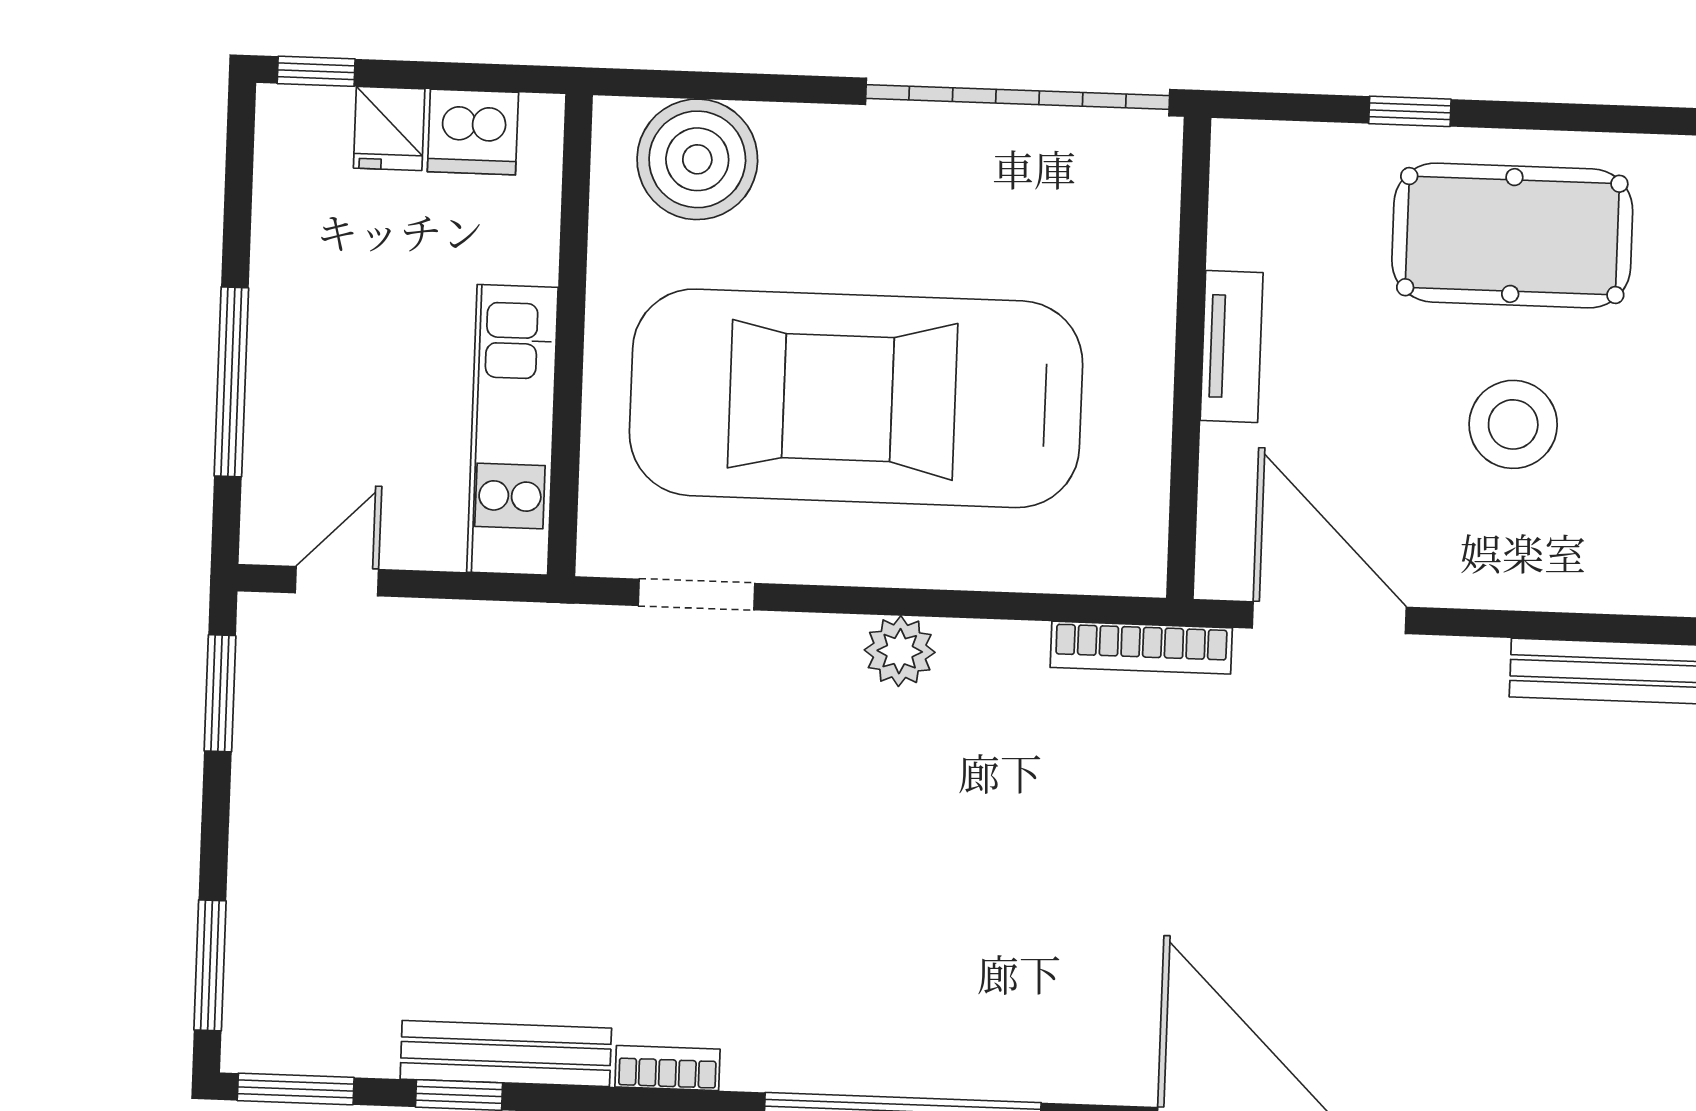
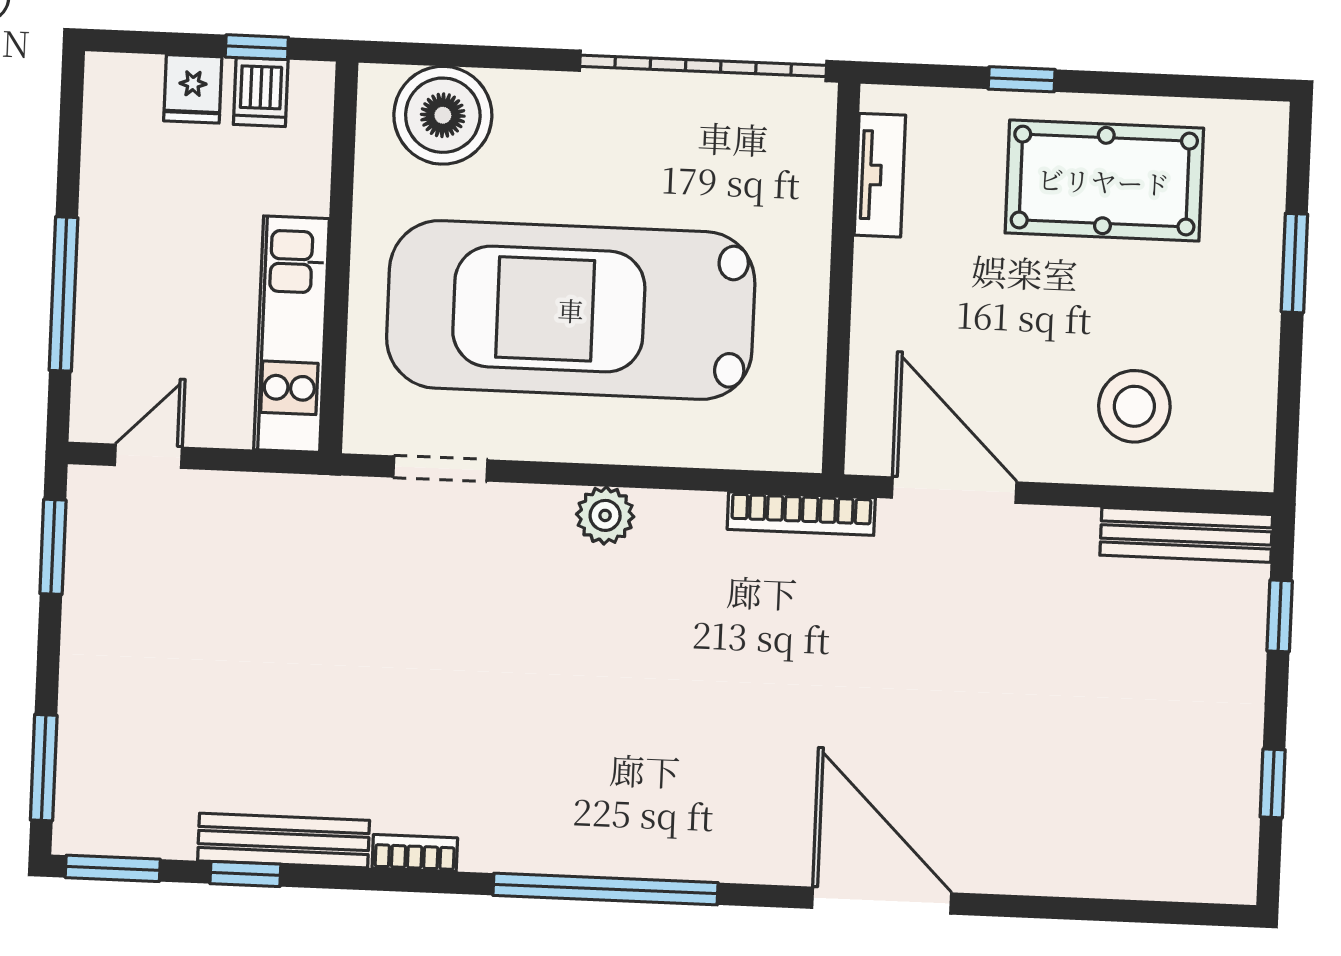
window: (316, 71) -> (257, 47), moved
dishwasher: (473, 132) -> (261, 92), width x0.73
tv unit: (1232, 346) -> (880, 175), moved
stool: (1513, 424) -> (1134, 406), moved

